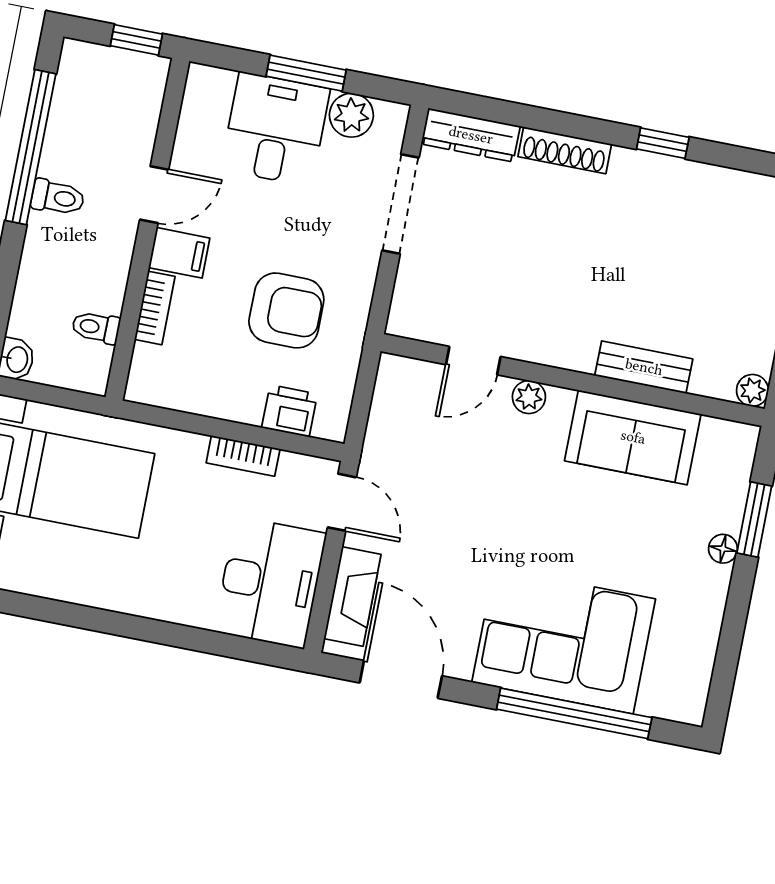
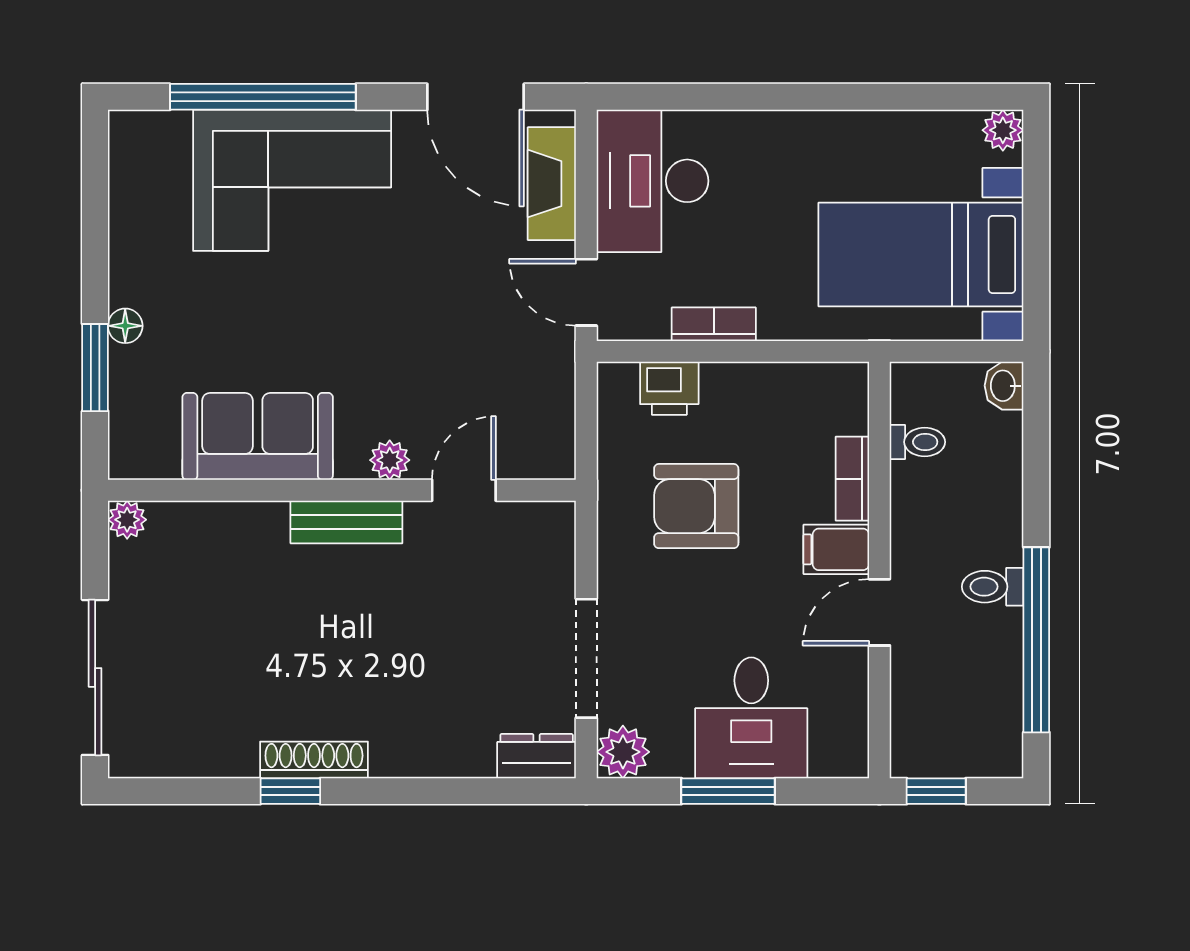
plant: (351, 115) -> (623, 752), moved
dresser: (471, 135) -> (537, 756), width x0.70
shoe rack: (565, 150) -> (314, 760), moved
bench: (644, 367) -> (346, 522), moved

